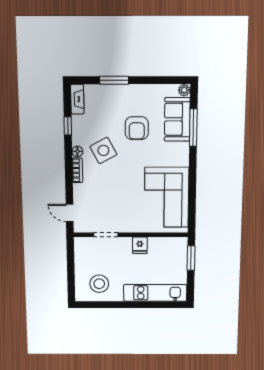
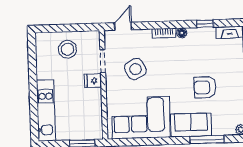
sofa: (177, 119) -> (191, 125), moved
side table: (103, 150) -> (135, 69), moved
fridge: (140, 245) -> (93, 81), moved
stool: (99, 284) -> (67, 49), moved

